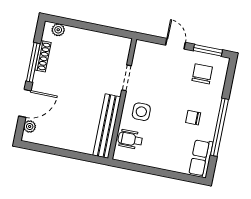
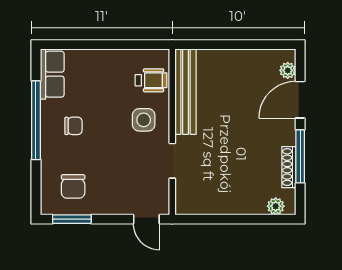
door: (175, 44) -> (146, 219), moved

